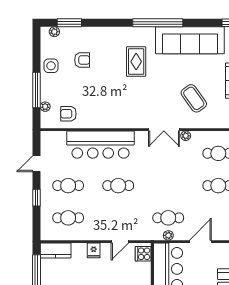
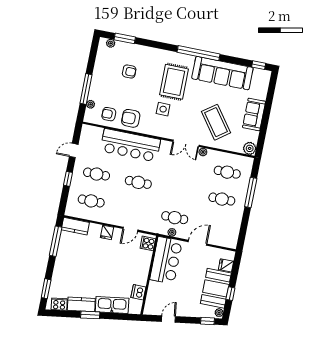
rug: (136, 62) -> (174, 82), width x1.36, depth x1.43
side table: (51, 66) -> (163, 109), moved
coffee table: (194, 98) -> (216, 122), width x1.36, depth x1.32
armchair: (95, 114) -> (131, 118), added

